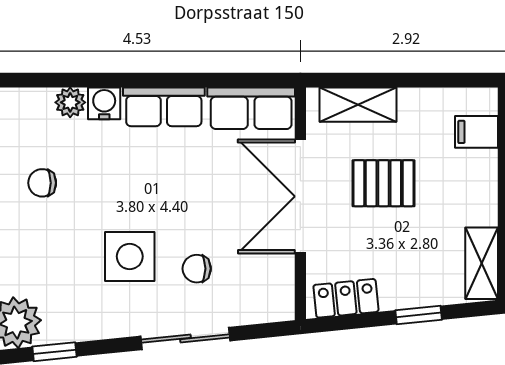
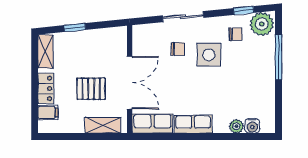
water cooler: (104, 103) -> (252, 126), moved
chair: (42, 183) -> (236, 34), moved
locker: (346, 298) -> (46, 88), moved, turned -84

